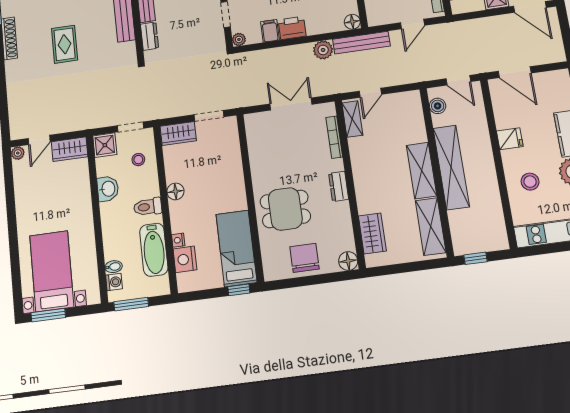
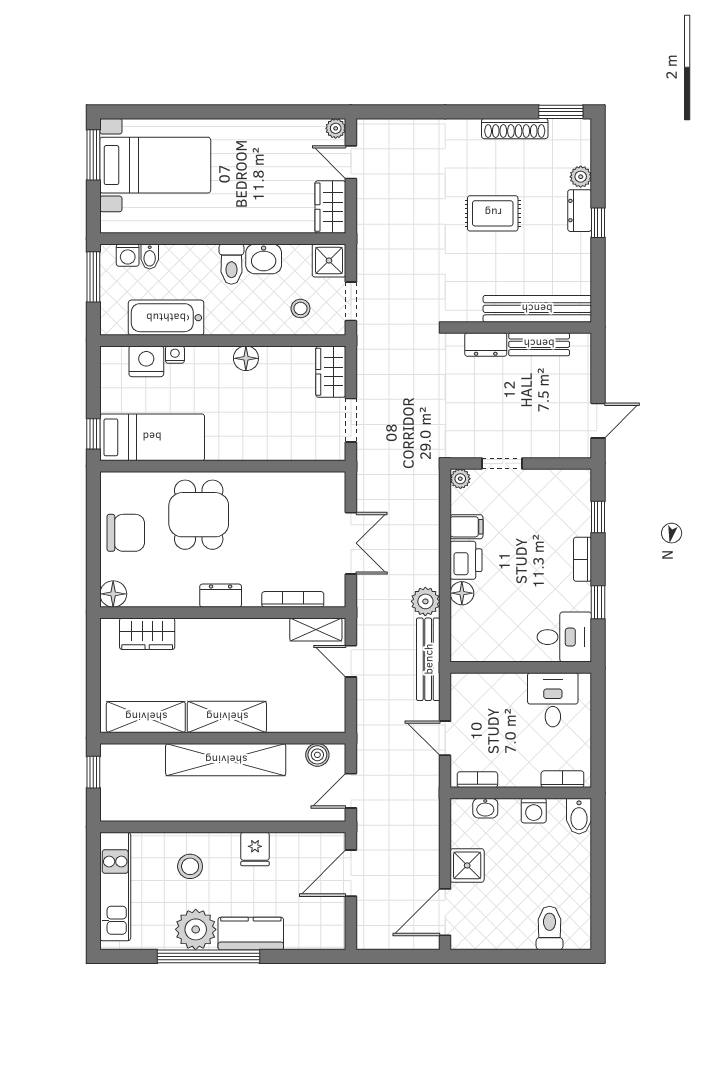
floor lamp: (352, 22) -> (462, 593), moved
toilet: (148, 207) -> (231, 264), moved, turned 180

